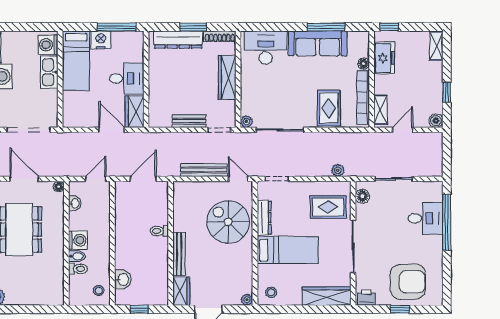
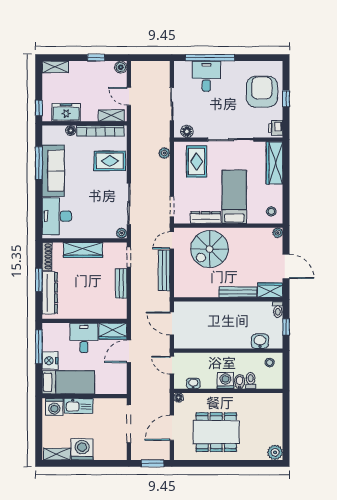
toilet: (159, 231) -> (278, 309), moved

